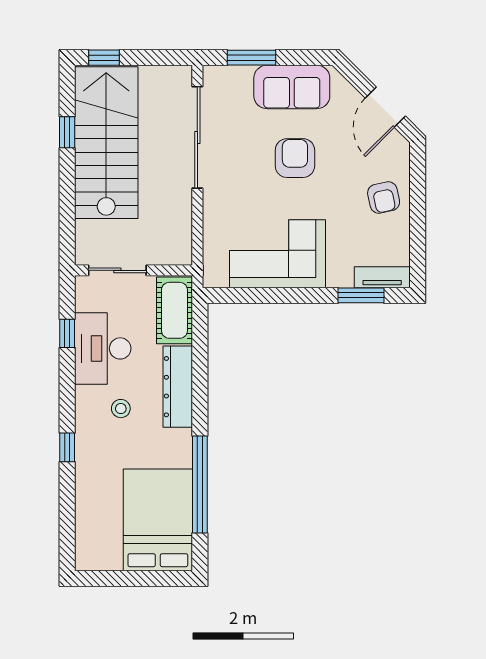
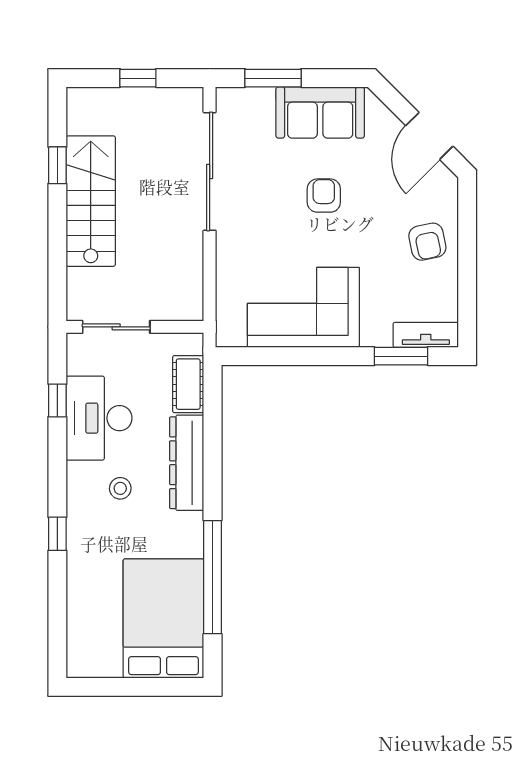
window: (104, 58) -> (138, 78), moved
stairs: (106, 143) -> (91, 201), width x0.73, depth x0.66
armchair: (295, 158) -> (324, 196), width x0.72, depth x0.72
cot: (174, 310) -> (188, 384), width x0.73, depth x0.75

